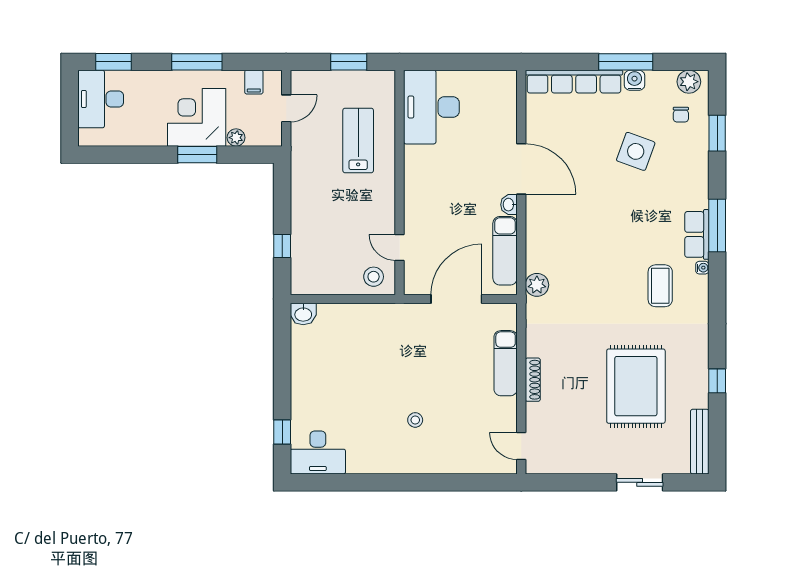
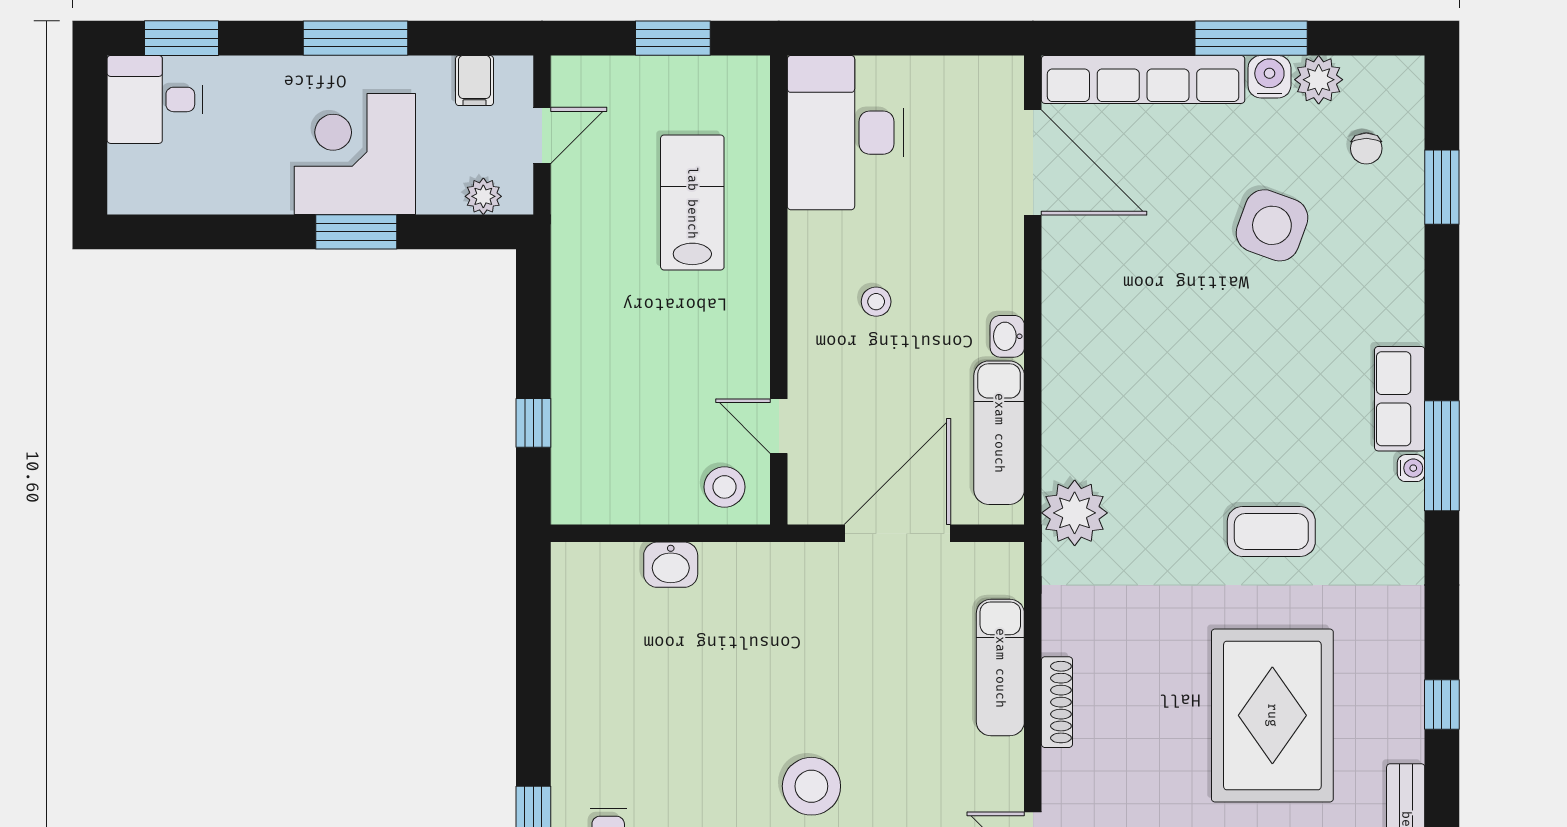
plant: (689, 82) -> (1319, 80), moved
desk: (101, 99) -> (155, 99), width x0.73
plant: (236, 138) -> (483, 196), moved
door: (521, 169) -> (1033, 162), moved
stool: (446, 188) -> (876, 302), added
window: (717, 225) -> (1442, 456), moved
plant: (537, 285) -> (1075, 513), width x1.36, depth x1.36
coffee table: (660, 286) -> (1271, 531), moved, turned 90
washbasin: (303, 314) -> (671, 565), moved
stool: (415, 420) -> (811, 786), width x1.89, depth x1.89

